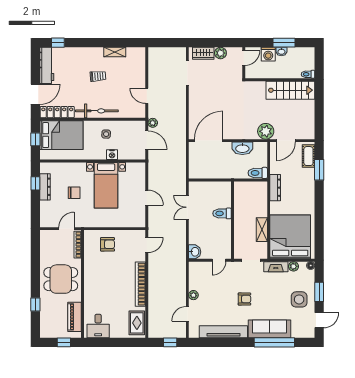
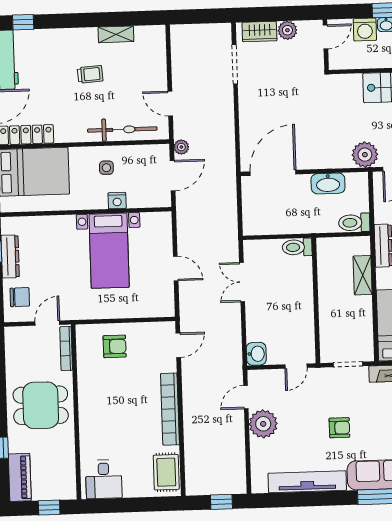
bicycle: (97, 111) -> (122, 130), moved
door: (147, 140) -> (173, 176), hinge flipped
chair: (74, 193) -> (20, 297), moved
toilet: (222, 213) -> (297, 247), moved
shelving: (262, 230) -> (363, 275), moved
plant: (193, 295) -> (263, 424), width x1.87, depth x1.87
door: (187, 314) -> (246, 397), moved
piano: (75, 317) -> (20, 477), moved, turned 180

